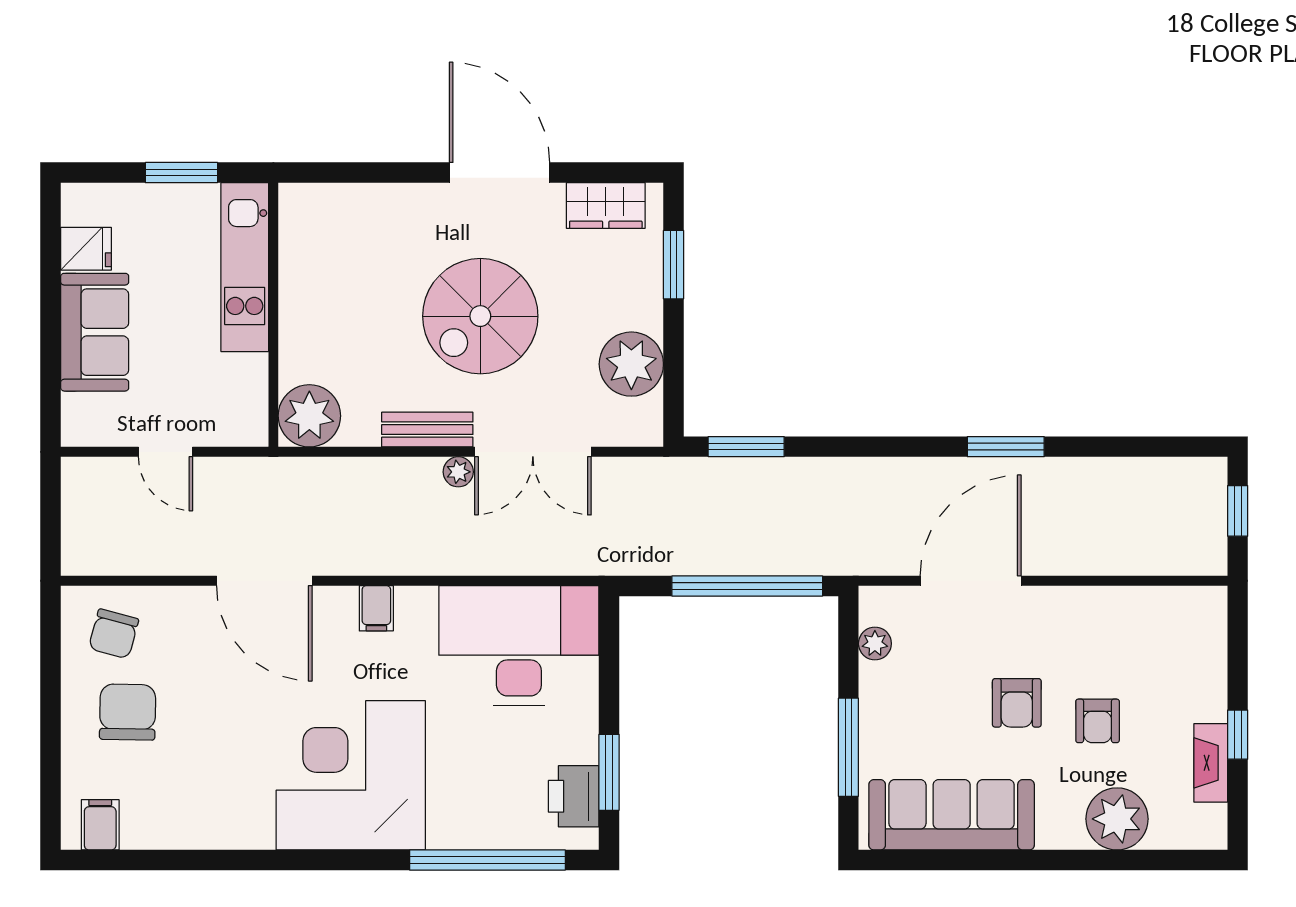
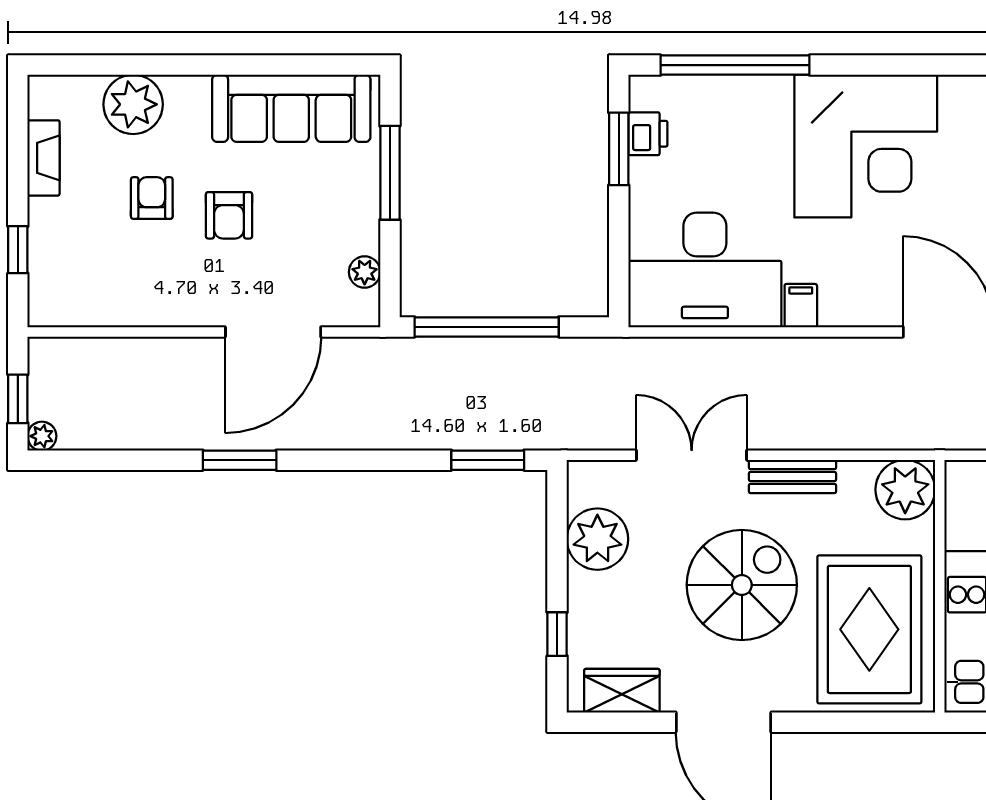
window: (674, 265) -> (557, 634), width x0.67
rug: (347, 270) -> (869, 629), added
plant: (458, 472) -> (42, 436), moved
filing cabinet: (376, 608) -> (801, 306), moved
armchair: (1017, 703) -> (229, 215), turned 180
window: (1238, 735) -> (18, 250), moved
printer: (574, 796) -> (648, 134), width x0.73, depth x0.81

